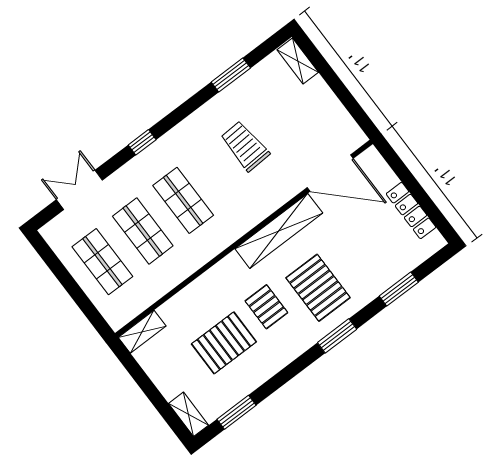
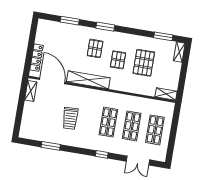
shelving: (298, 61) -> (31, 91), moved
locker: (411, 211) -> (37, 58), moved
pallet: (318, 288) -> (95, 48), width x0.67, depth x0.71
pallet: (224, 343) -> (144, 63), turned 90

